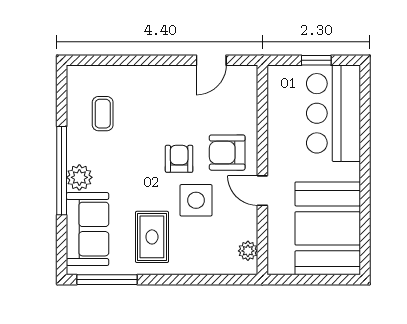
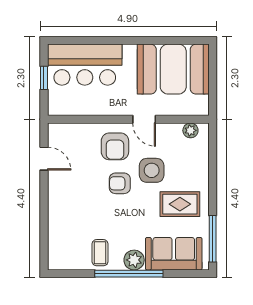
coffee table: (103, 114) -> (100, 253), moved, turned 90
door: (262, 191) -> (144, 119), hinge flipped

